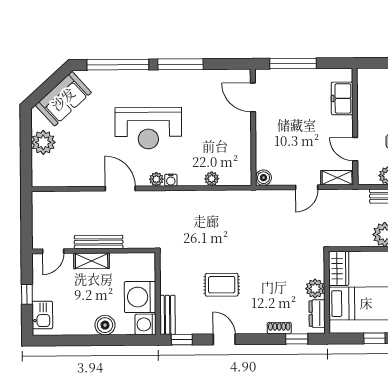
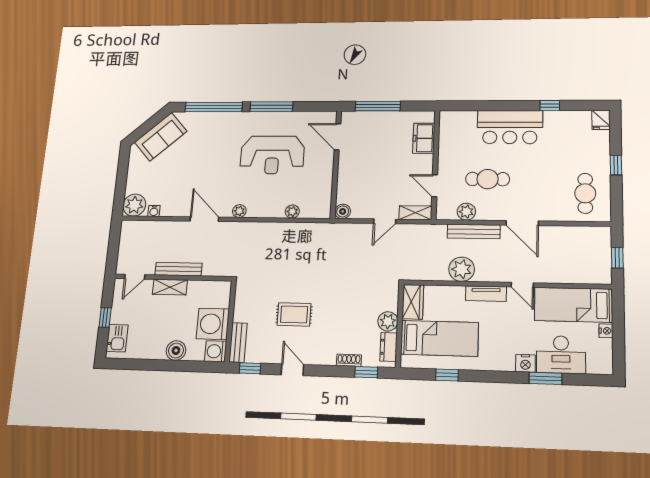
reception desk: (148, 128) -> (272, 155), moved
plant: (43, 142) -> (134, 205), moved
water cooler: (171, 180) -> (154, 211), moved

